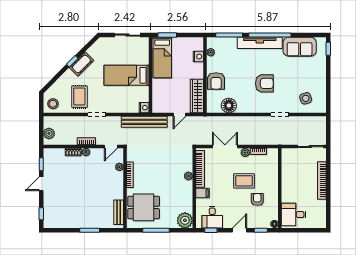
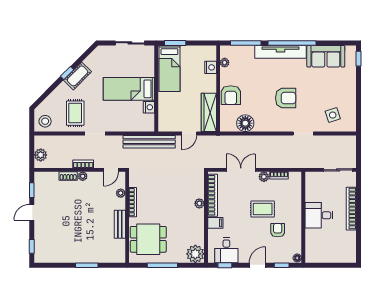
nightstand: (144, 108) -> (149, 107), moved
bench: (119, 212) -> (120, 224), moved
desk: (294, 215) -> (319, 215), moved

